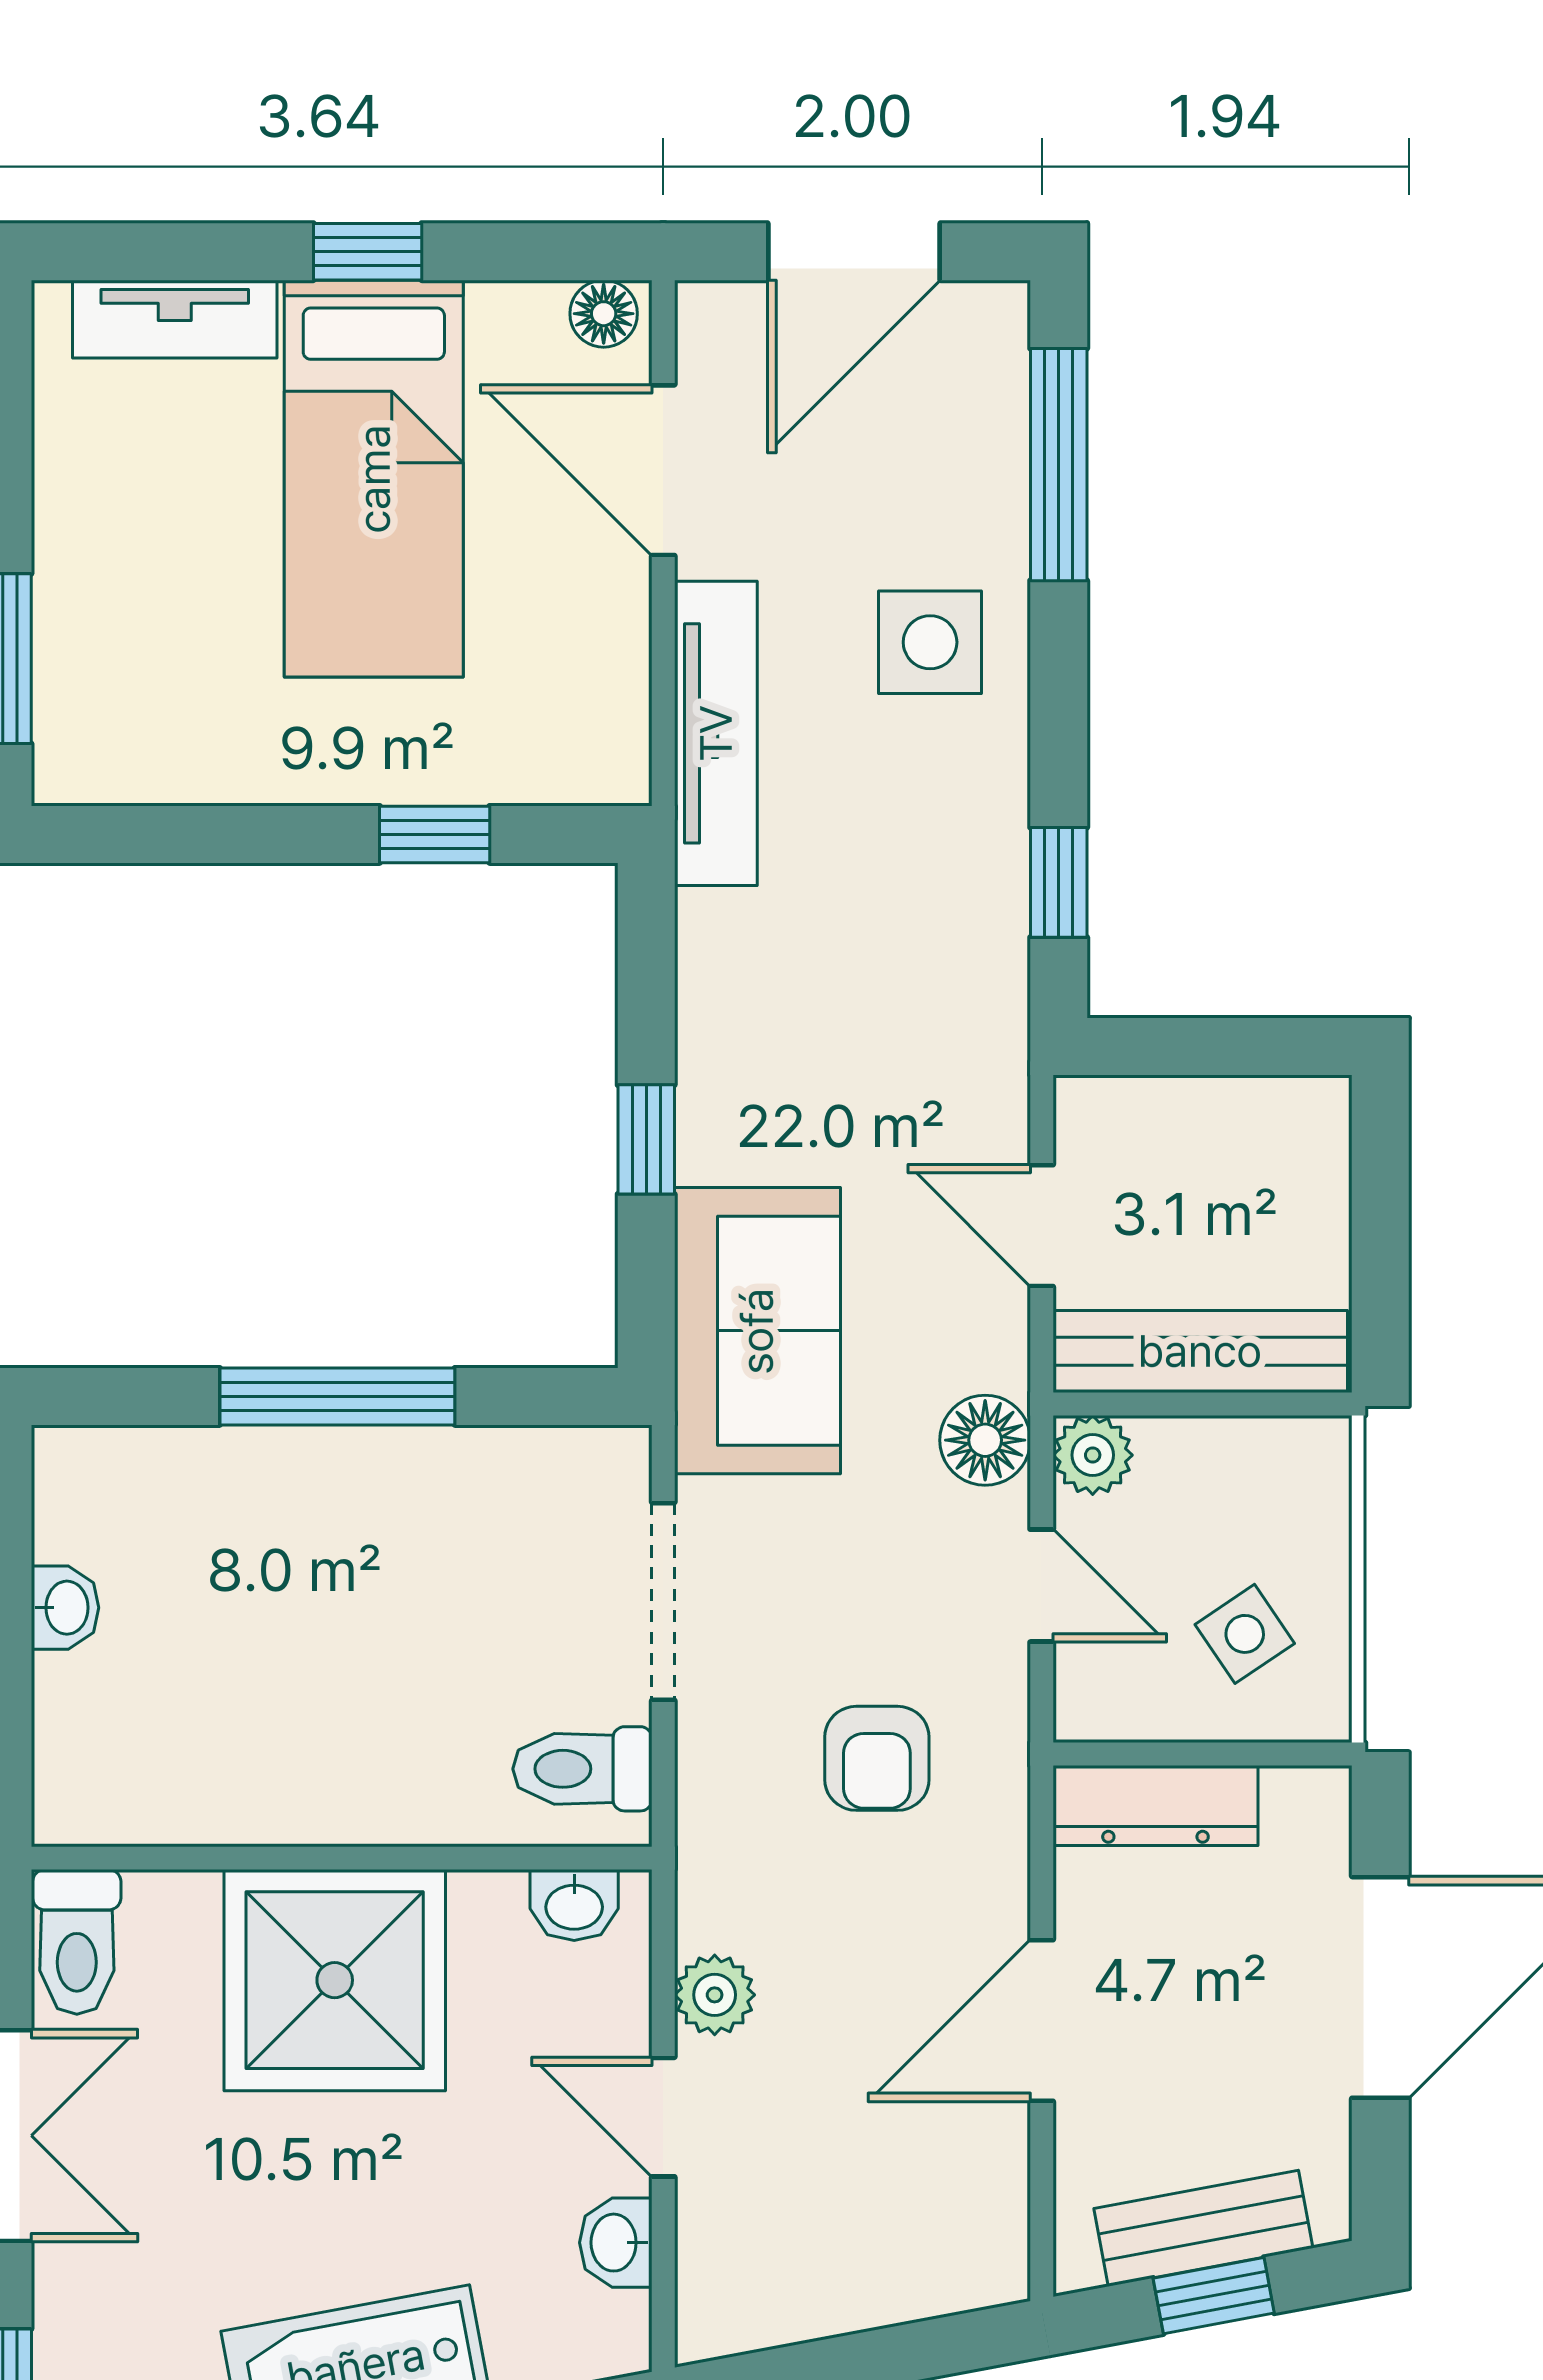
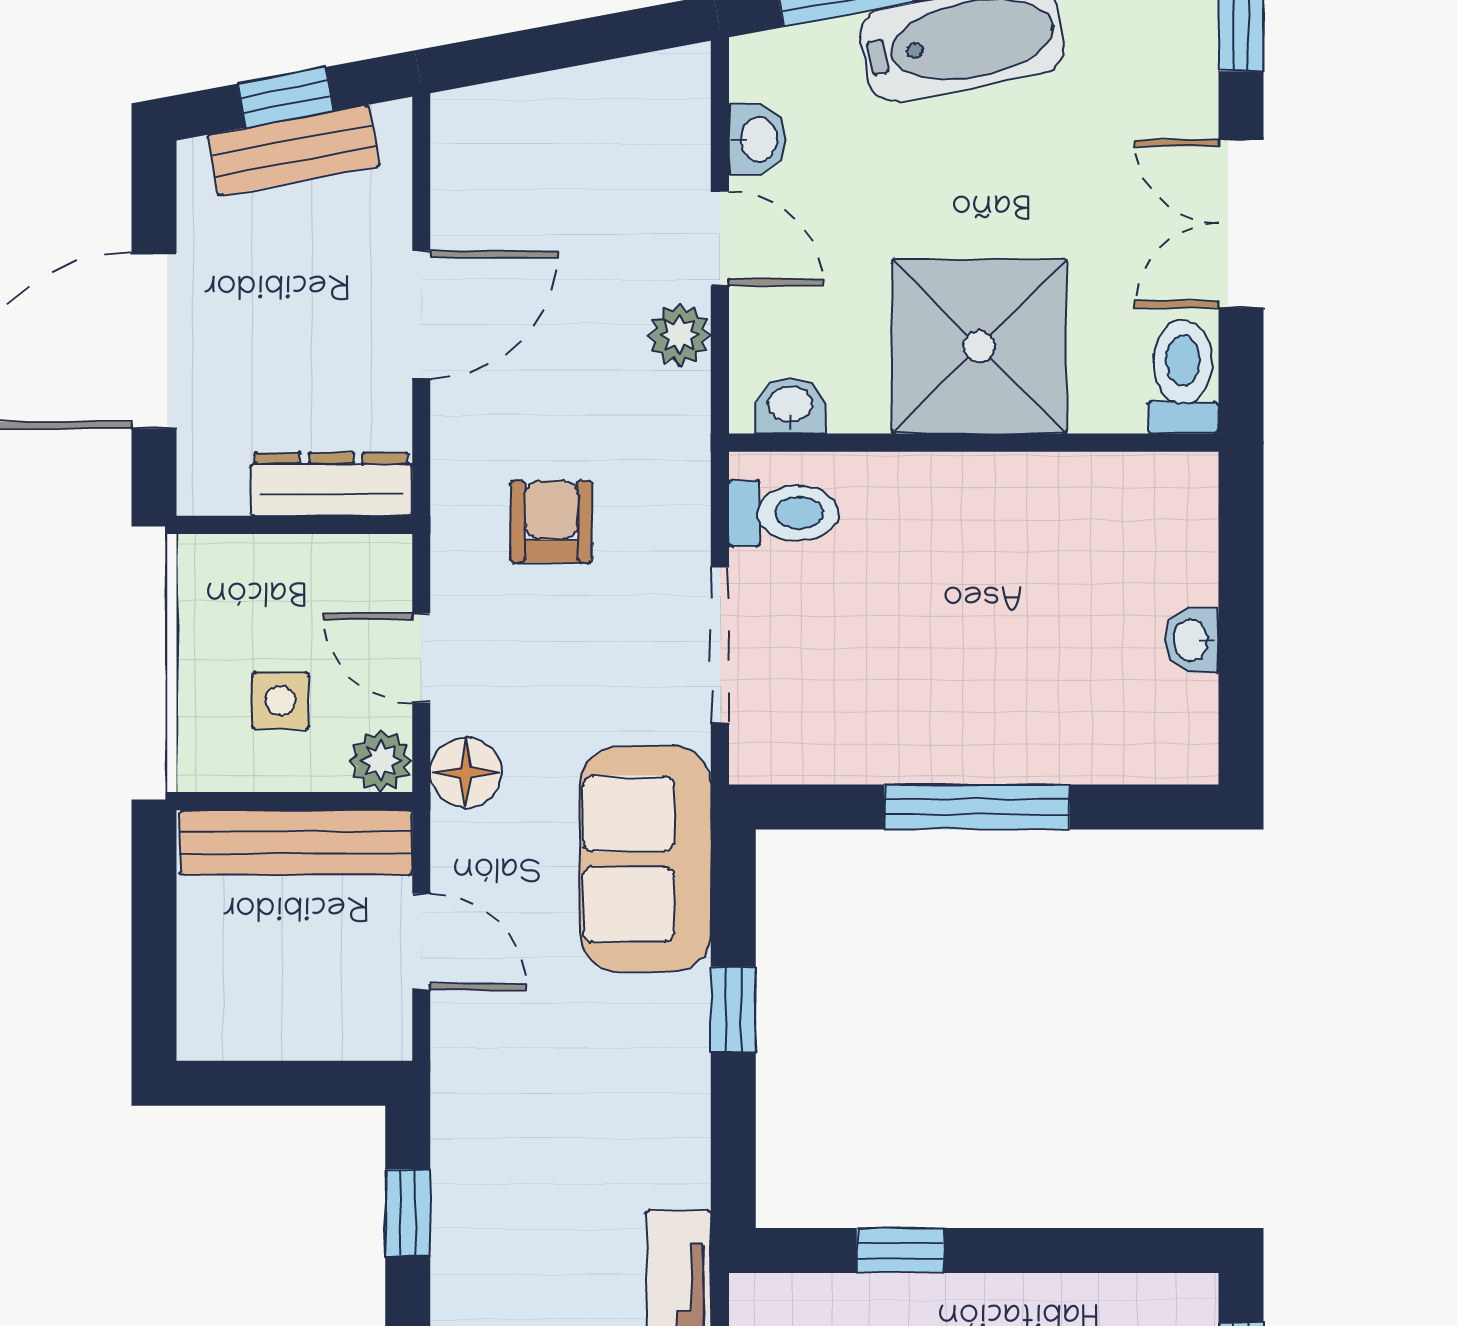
side table: (1245, 1634) -> (280, 701), moved, turned 34

